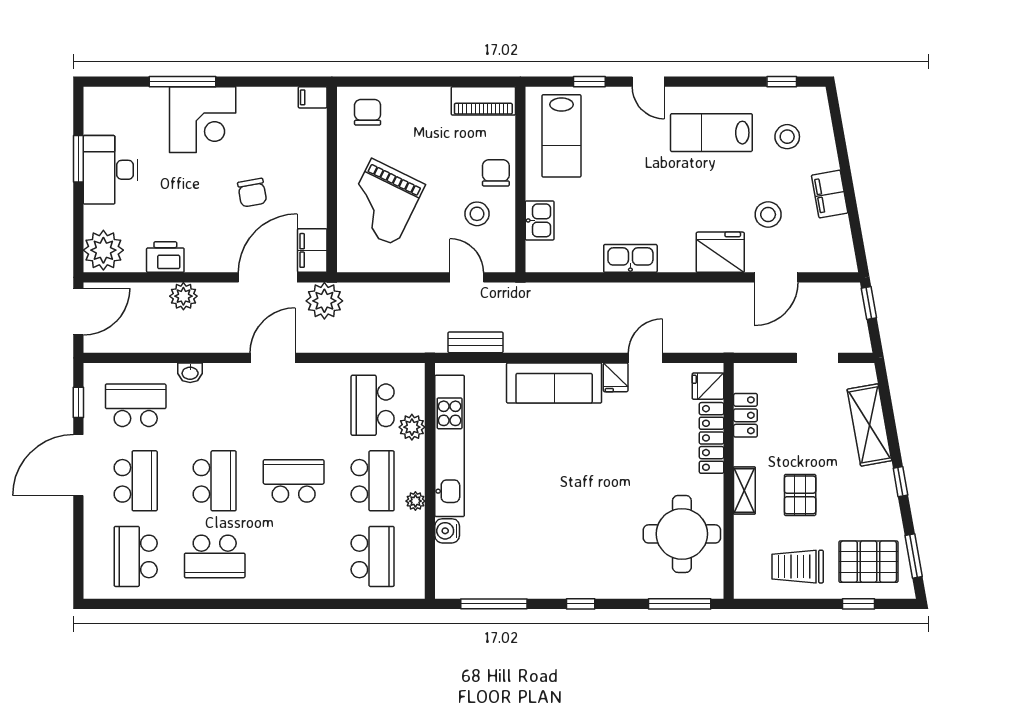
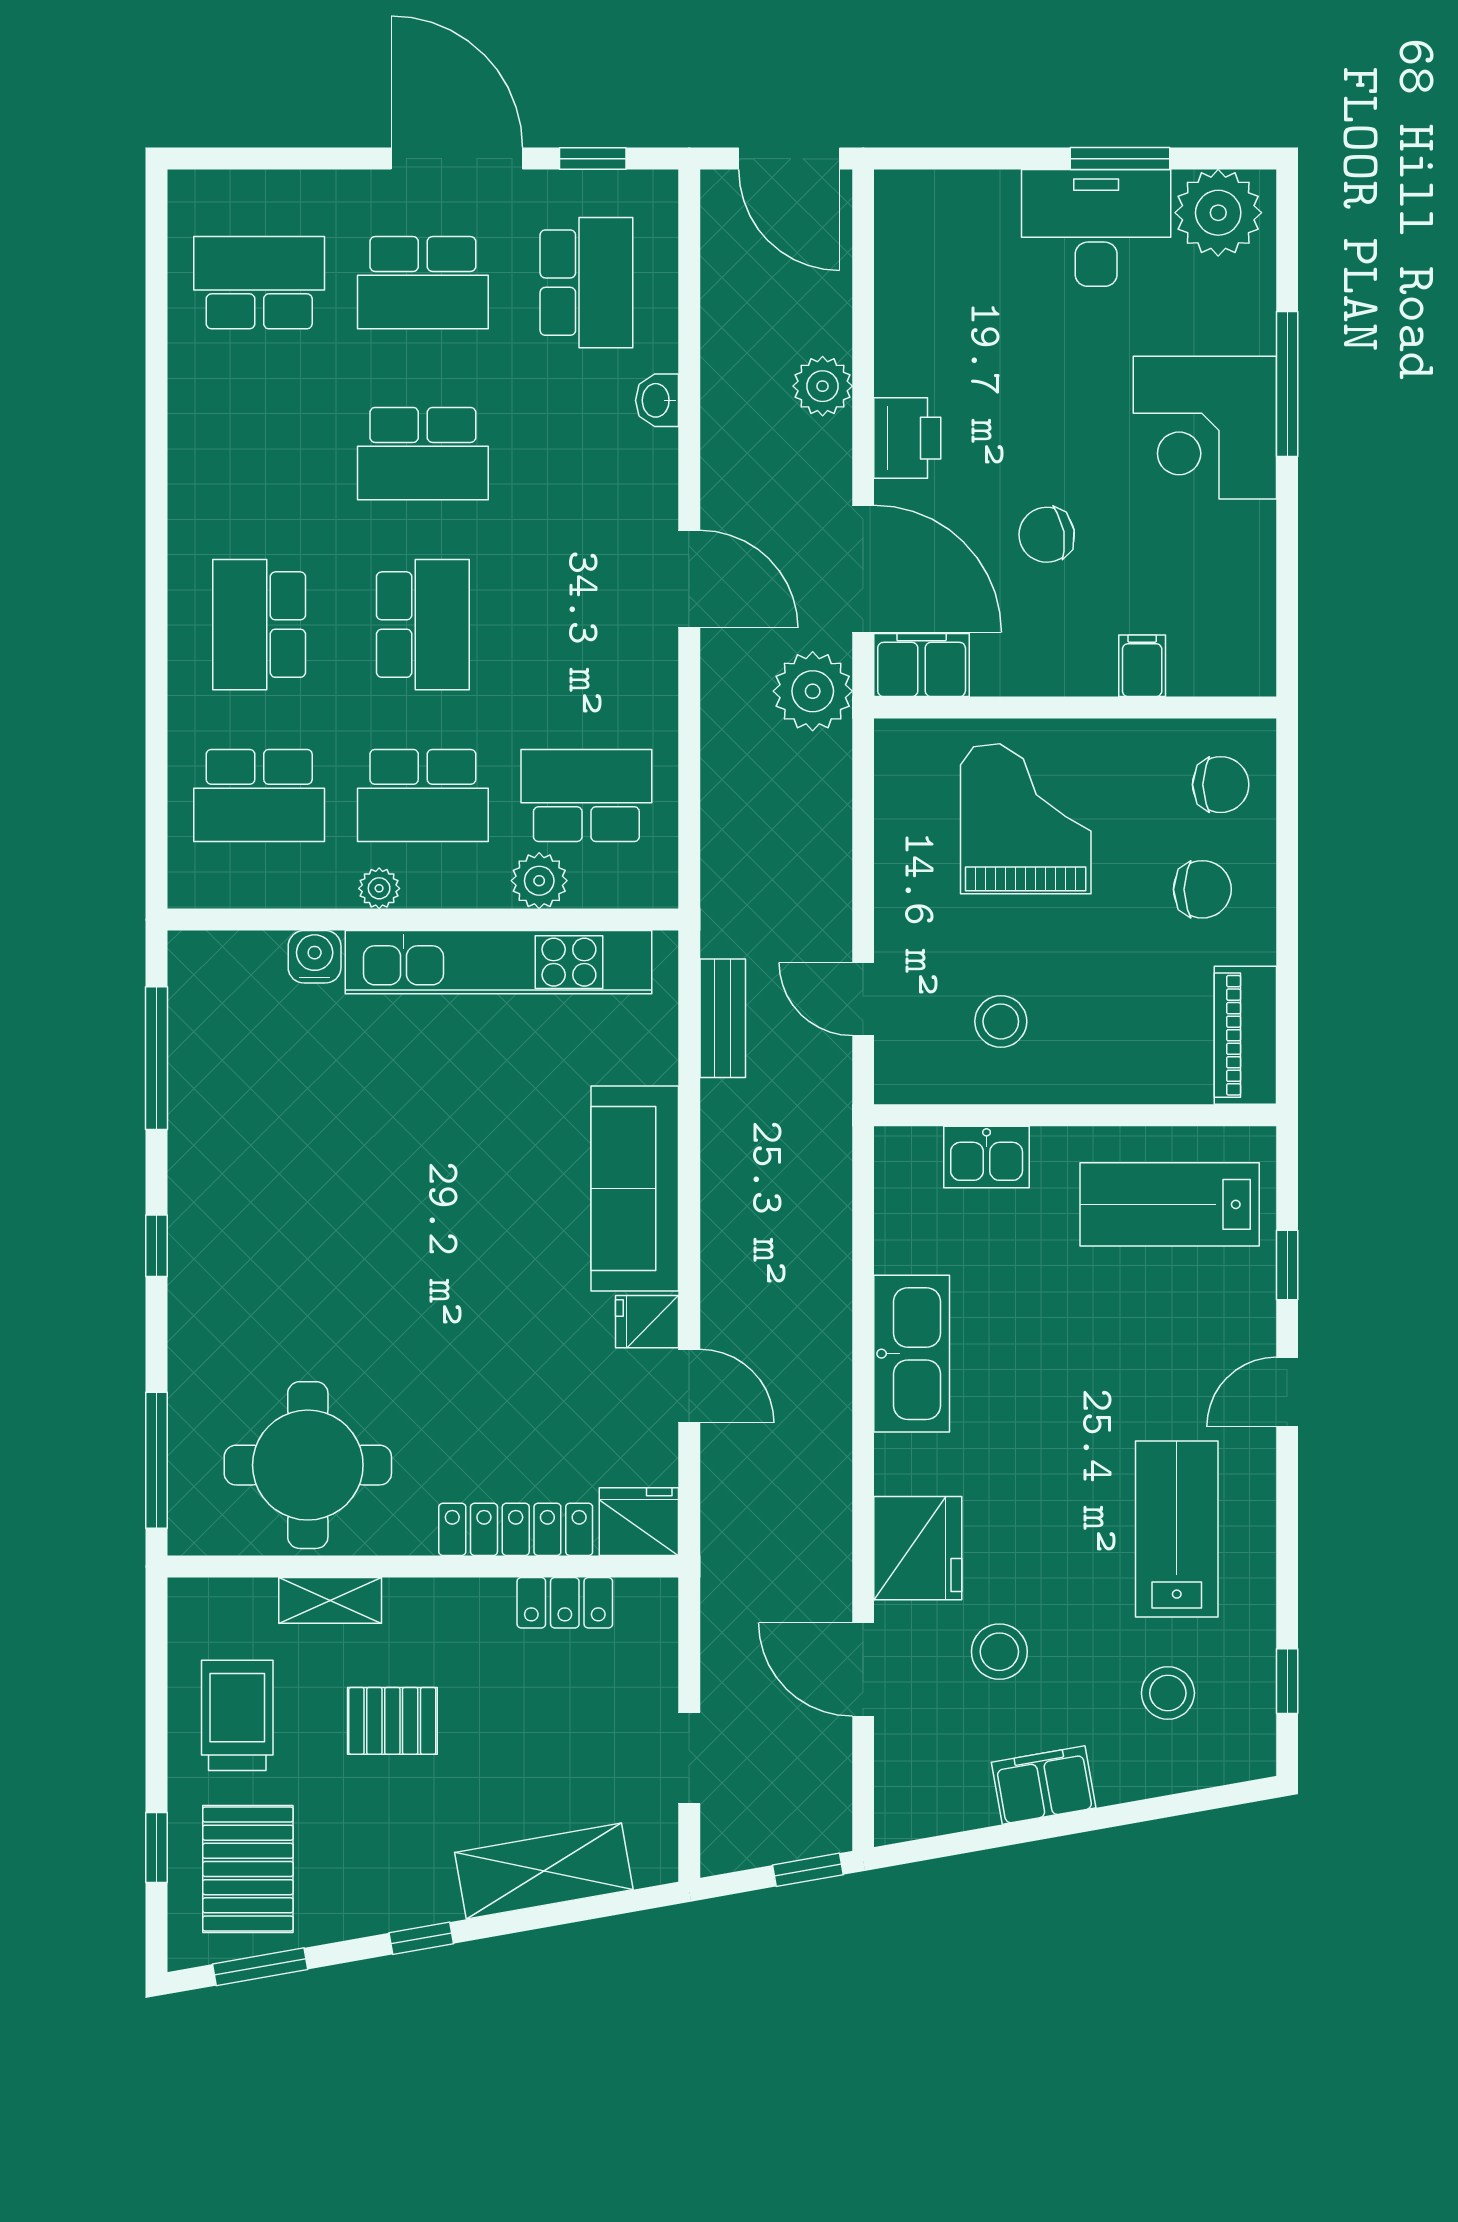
filing cabinet: (313, 97) -> (1142, 666), moved
chair: (496, 173) -> (1202, 889), moved
grand piano: (383, 202) -> (1026, 819), turned 64
plant: (103, 250) -> (1218, 213), moved
printer: (165, 257) -> (907, 438), moved
kitchen sink: (630, 258) -> (912, 1354), width x1.36, depth x1.24
door: (467, 277) -> (863, 999), swing flipped
fridge: (708, 386) -> (639, 1522), width x1.38
shelving: (744, 491) -> (330, 1600), moved
school desk: (215, 556) -> (259, 625), moved

